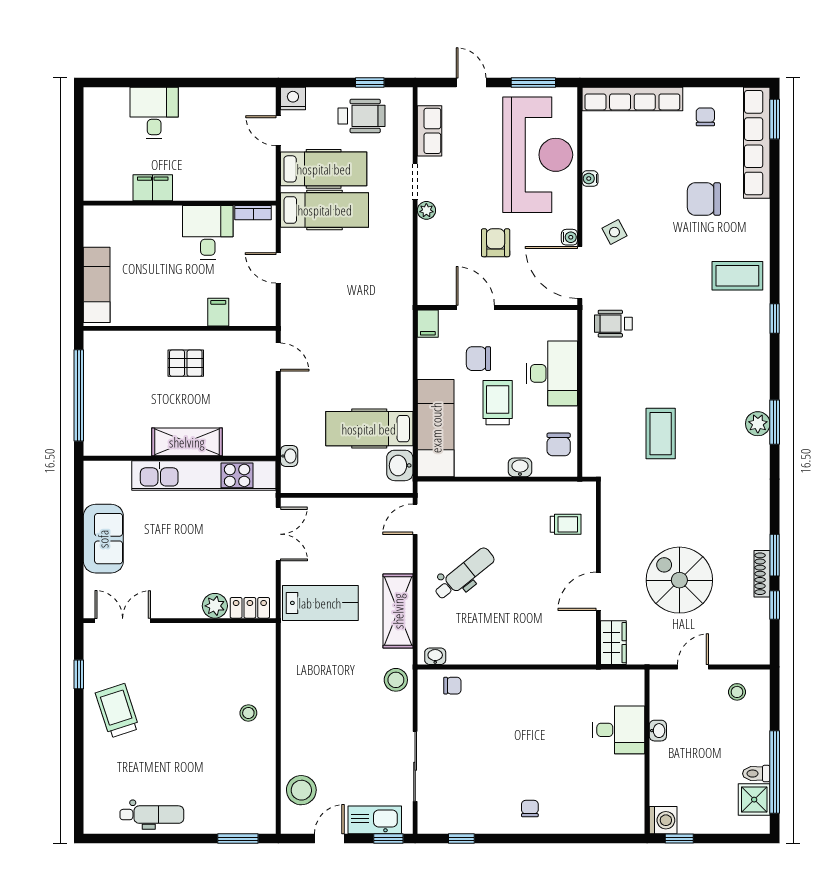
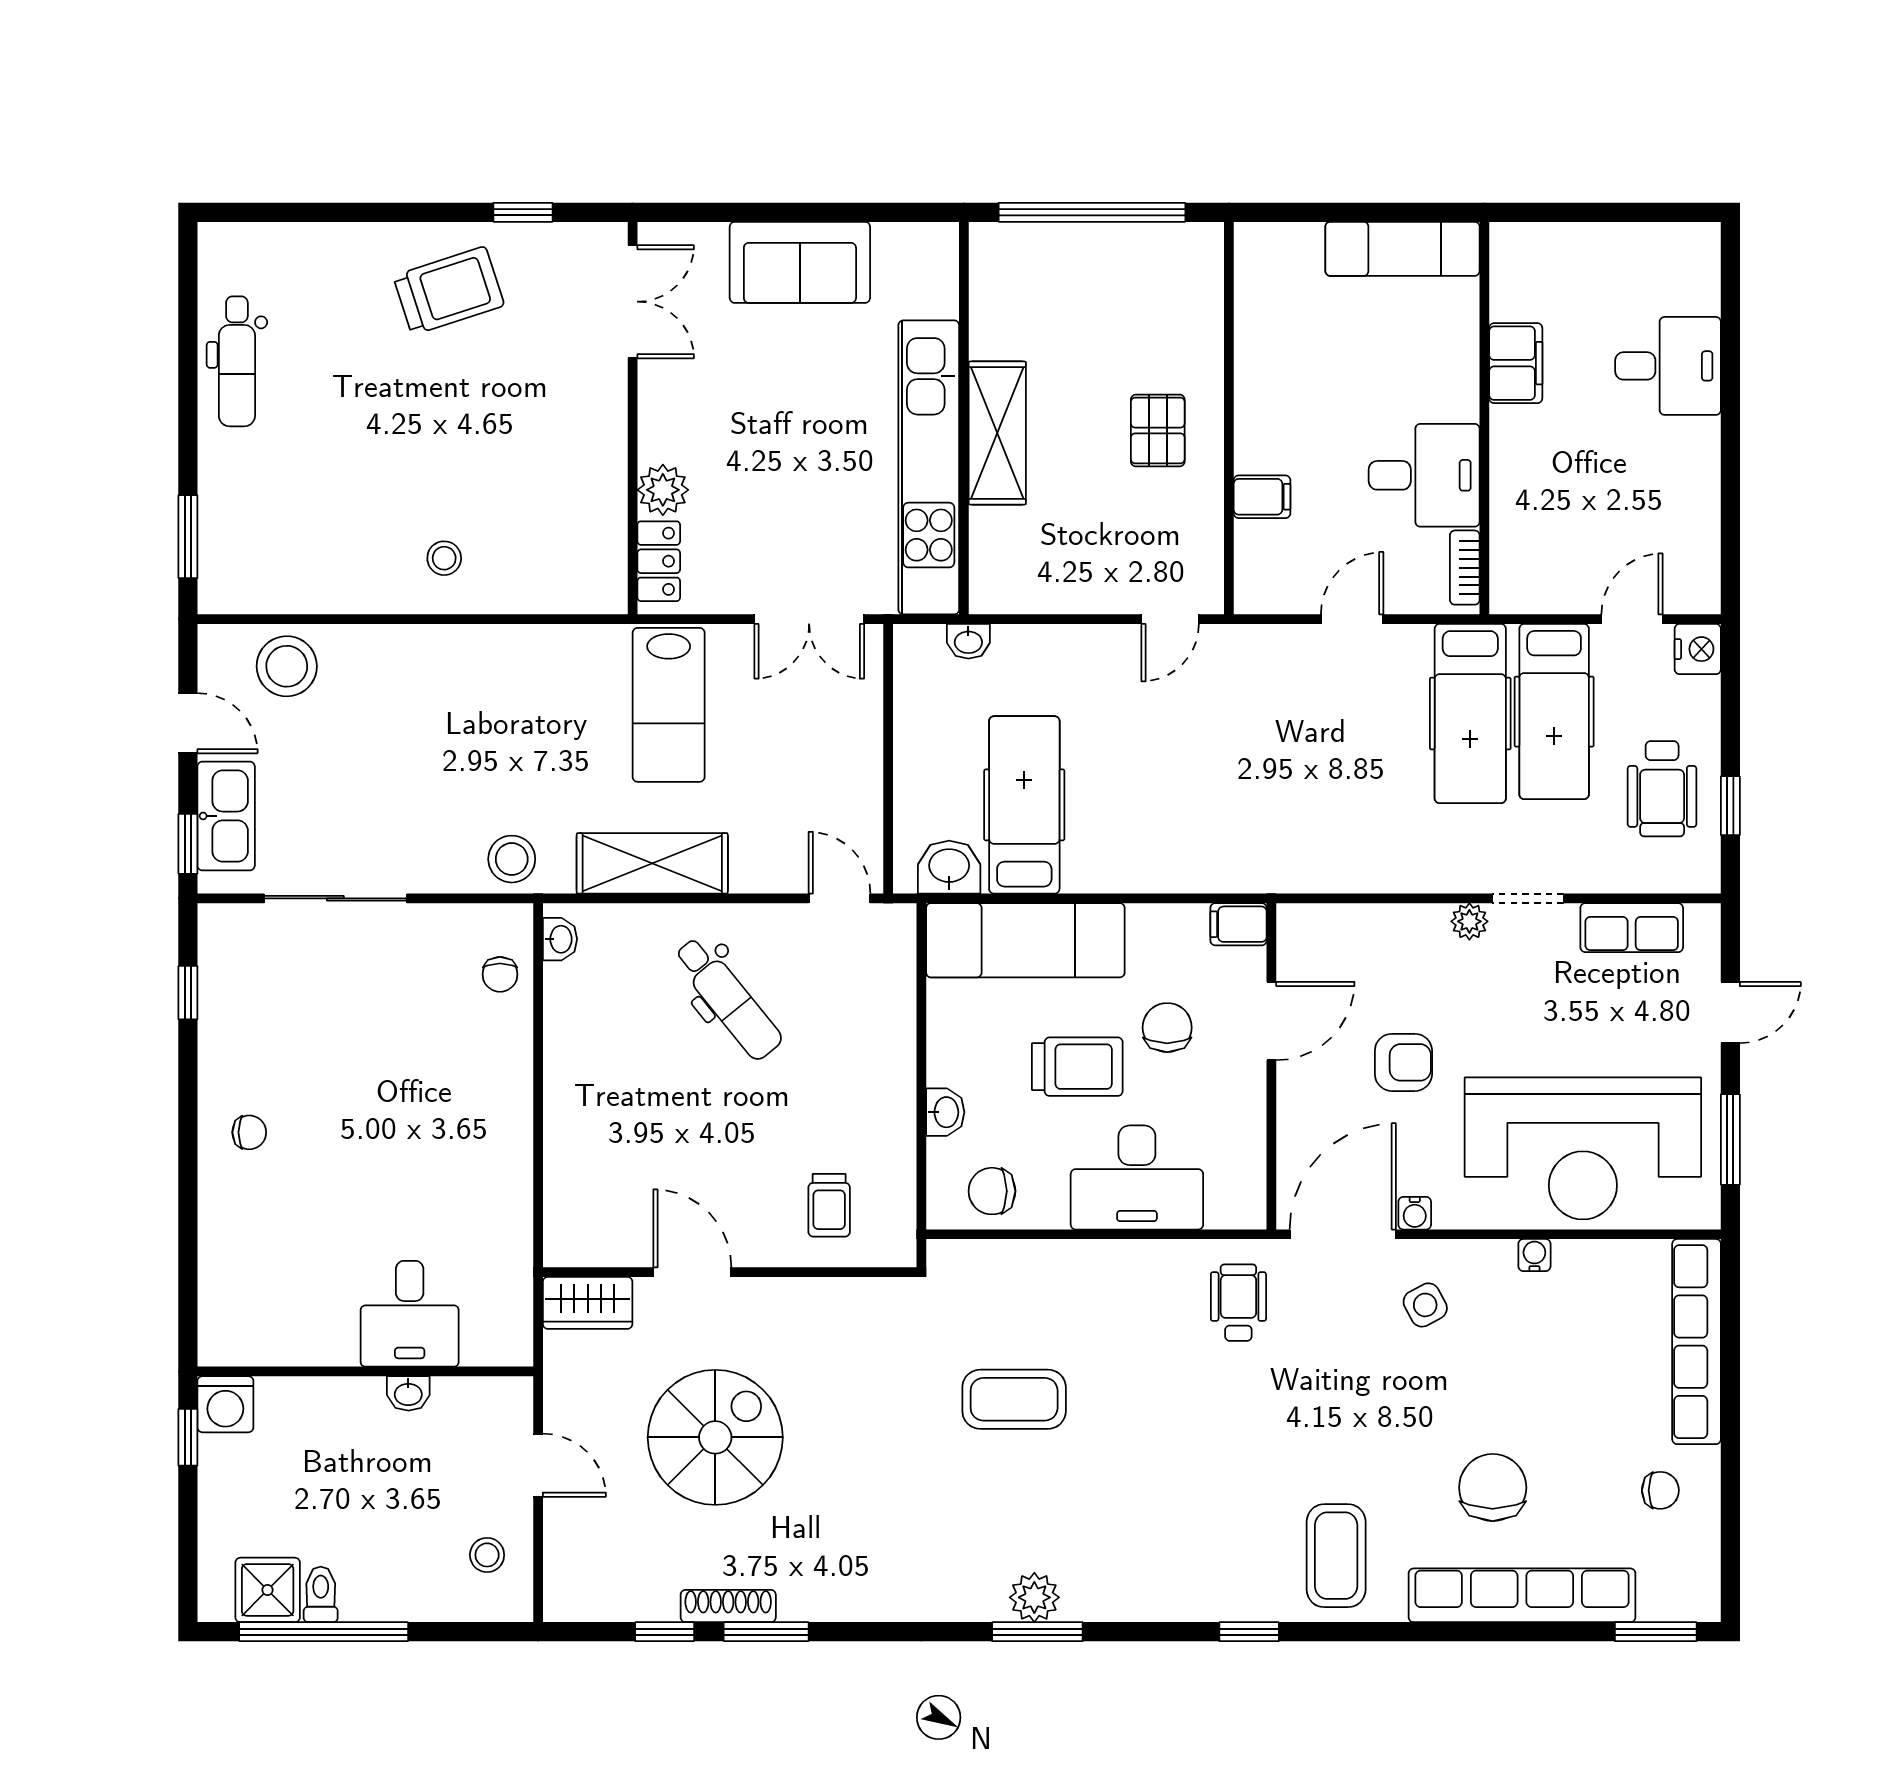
row of seats: (757, 143) -> (1522, 1595), moved
exam couch: (97, 285) -> (1402, 249), moved

